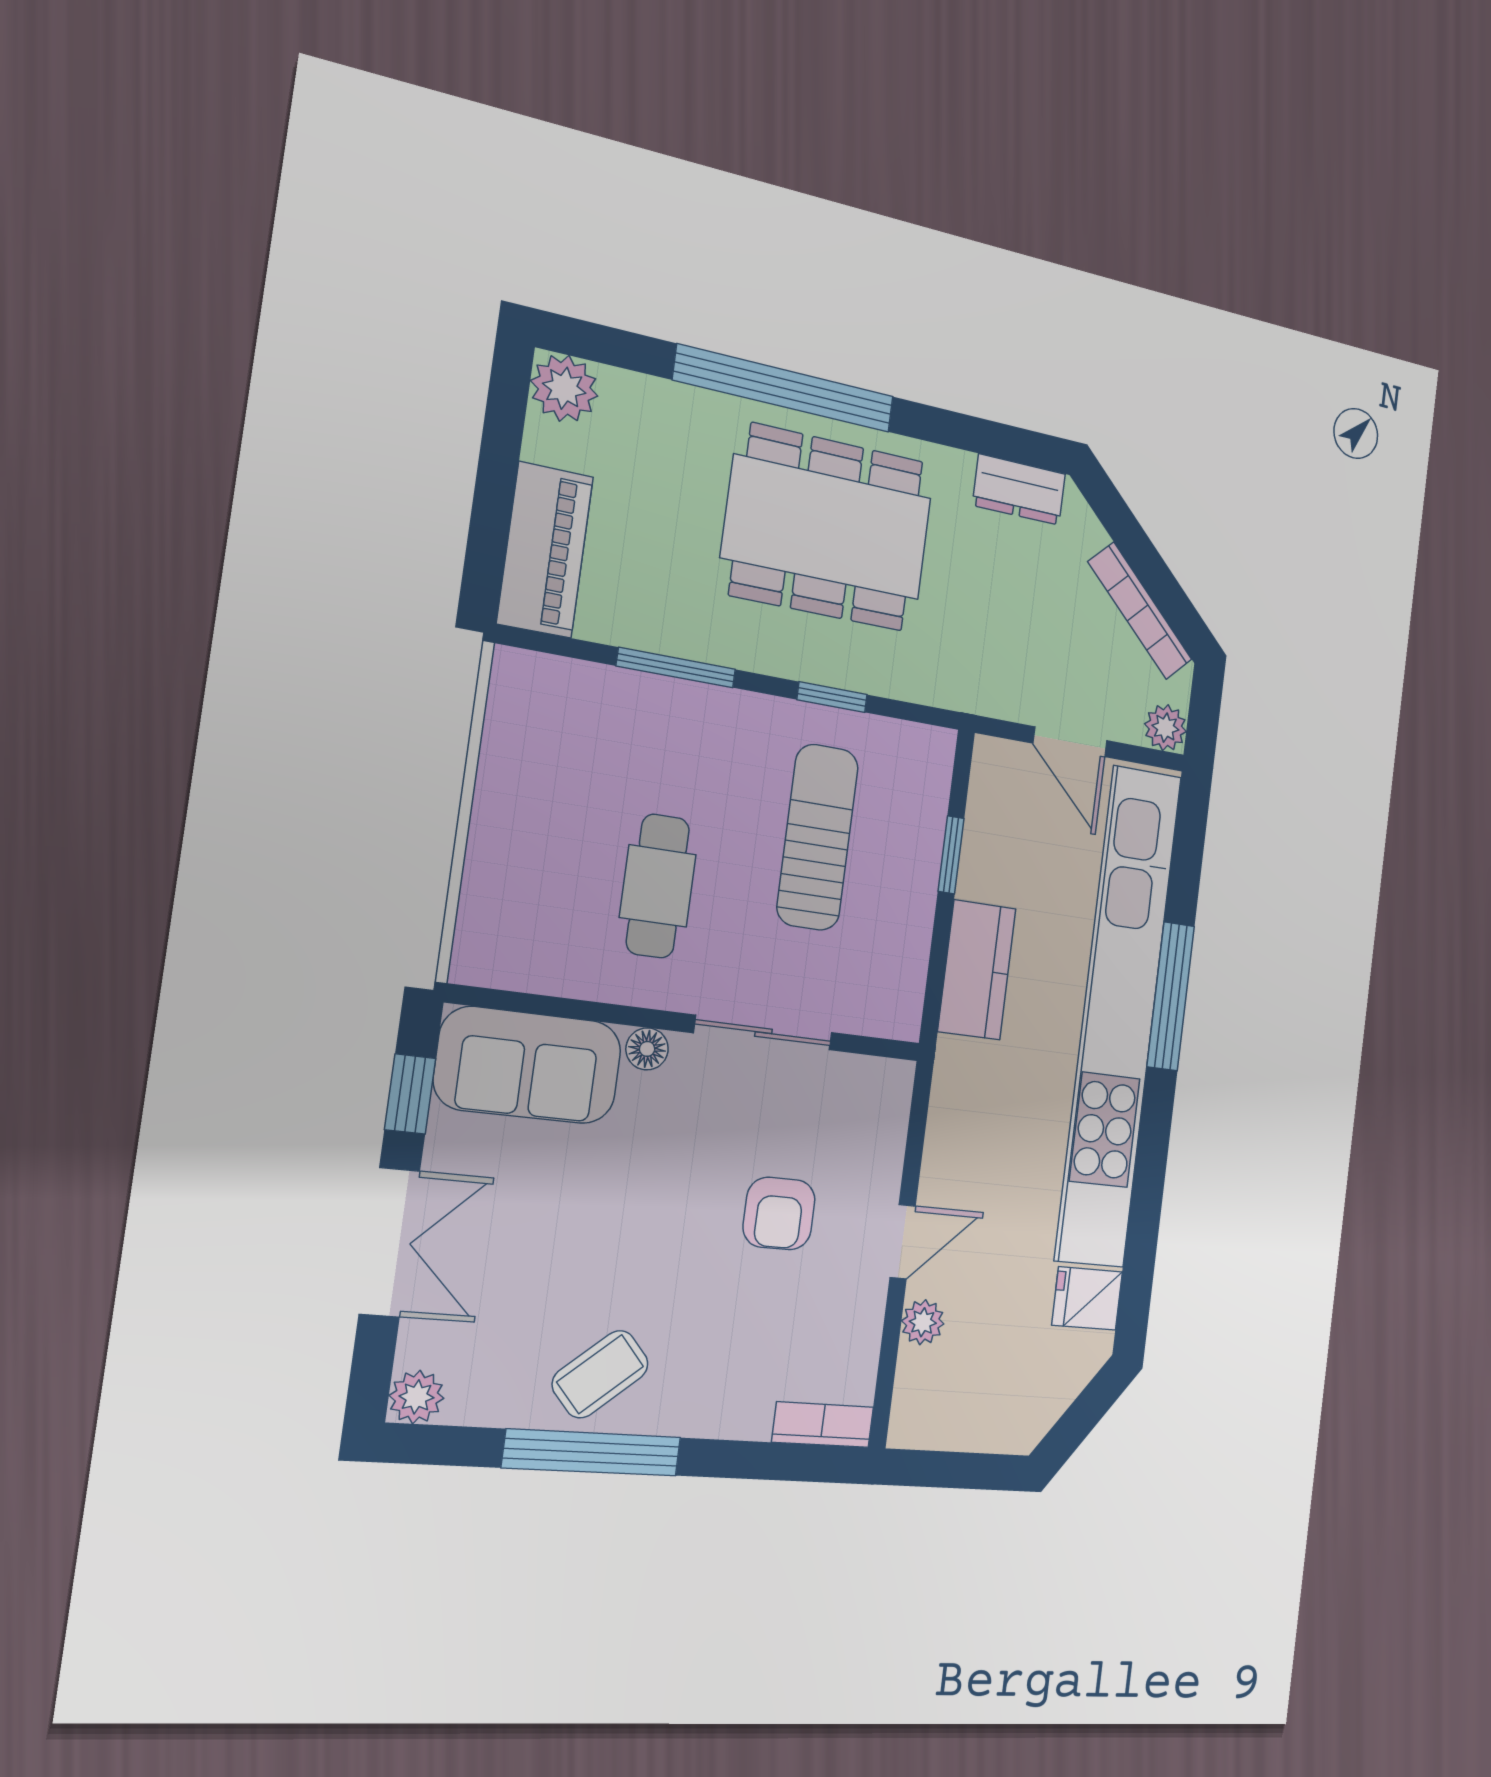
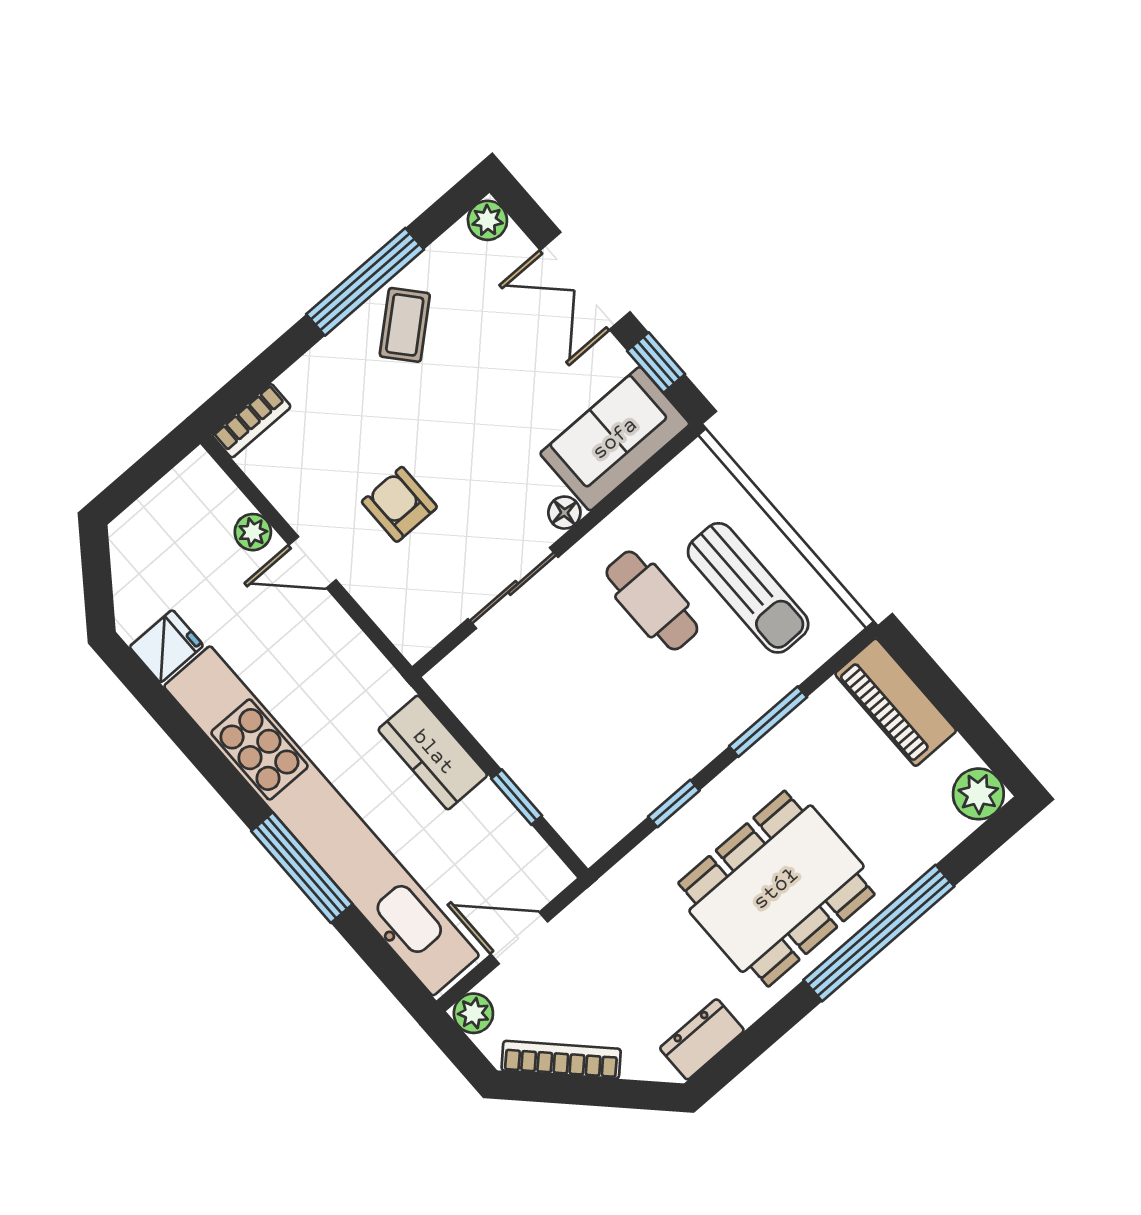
sun lounger: (818, 837) -> (748, 588), moved
door: (903, 1242) -> (313, 562), hinge flipped

